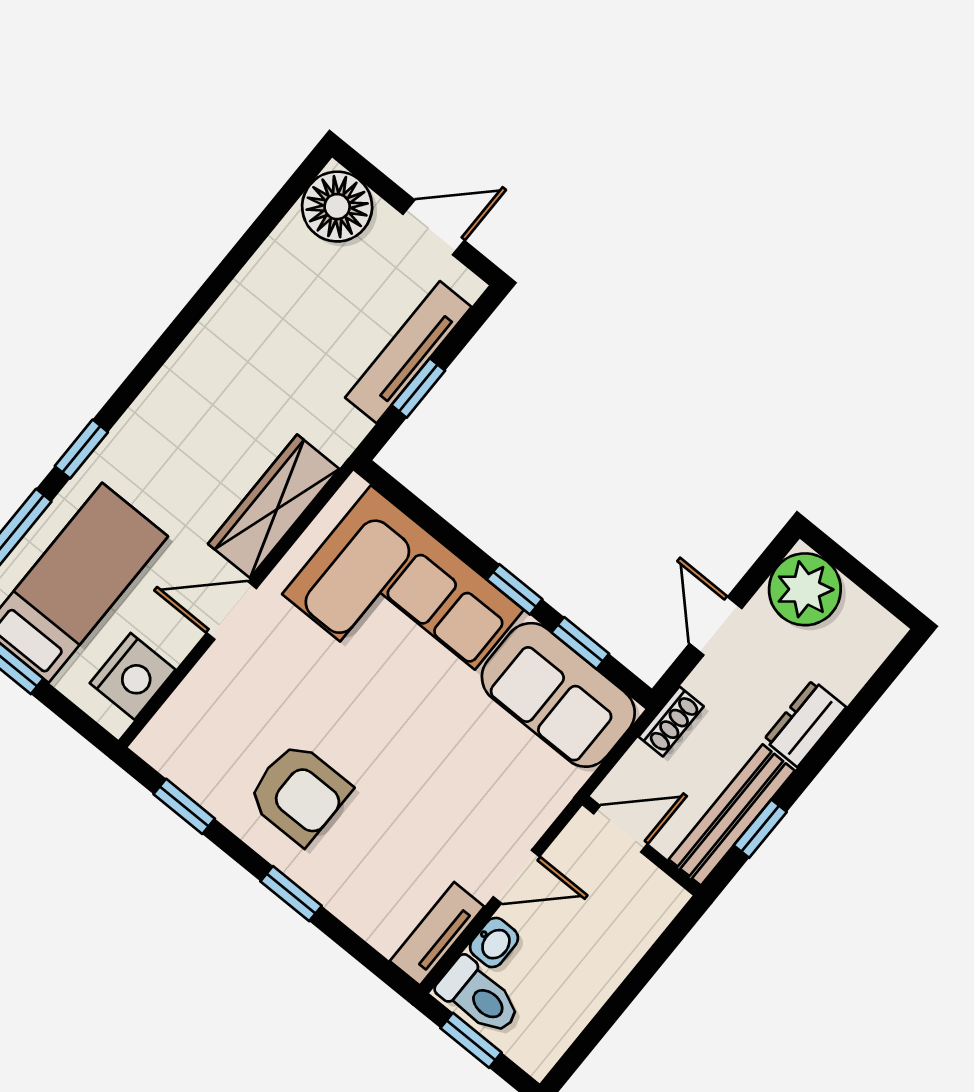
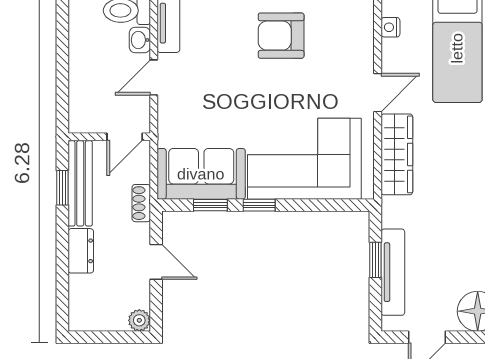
plant: (805, 589) -> (139, 320), width x0.53, depth x0.53
nightstand: (133, 676) -> (390, 27), width x0.53, depth x0.56

